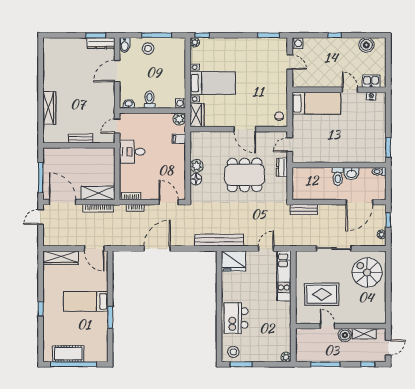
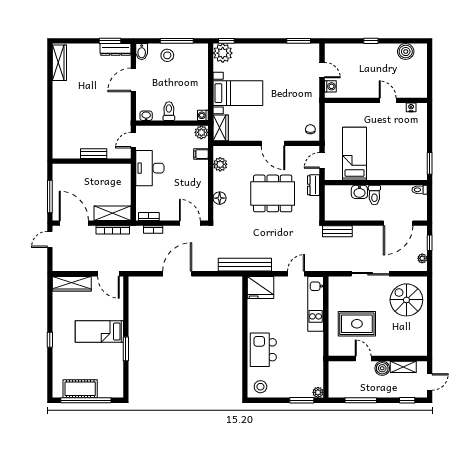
plant: (195, 42) -> (223, 53), width x1.88, depth x1.88
washing machine: (297, 43) -> (330, 86), moved
kitchen sink: (371, 81) -> (411, 91), removed
bed: (316, 103) -> (355, 154), moved, turned -90
wardrobe: (49, 108) -> (59, 63), moved
desk: (132, 152) -> (150, 168), width x1.37
plant: (197, 166) -> (220, 164), moved
washbasin: (351, 174) -> (359, 192), moved
window: (241, 364) -> (302, 400), moved

